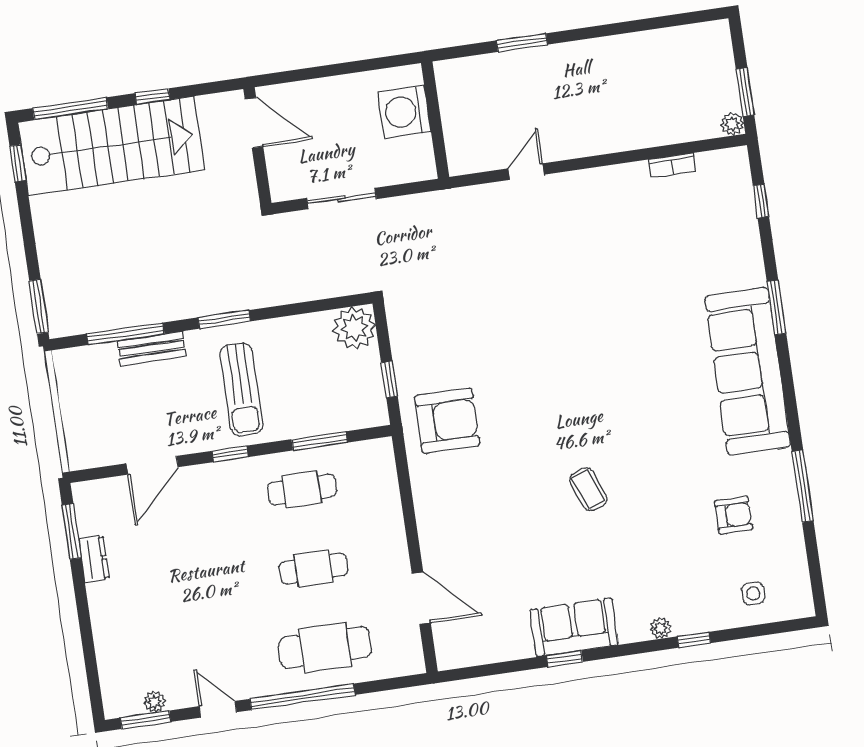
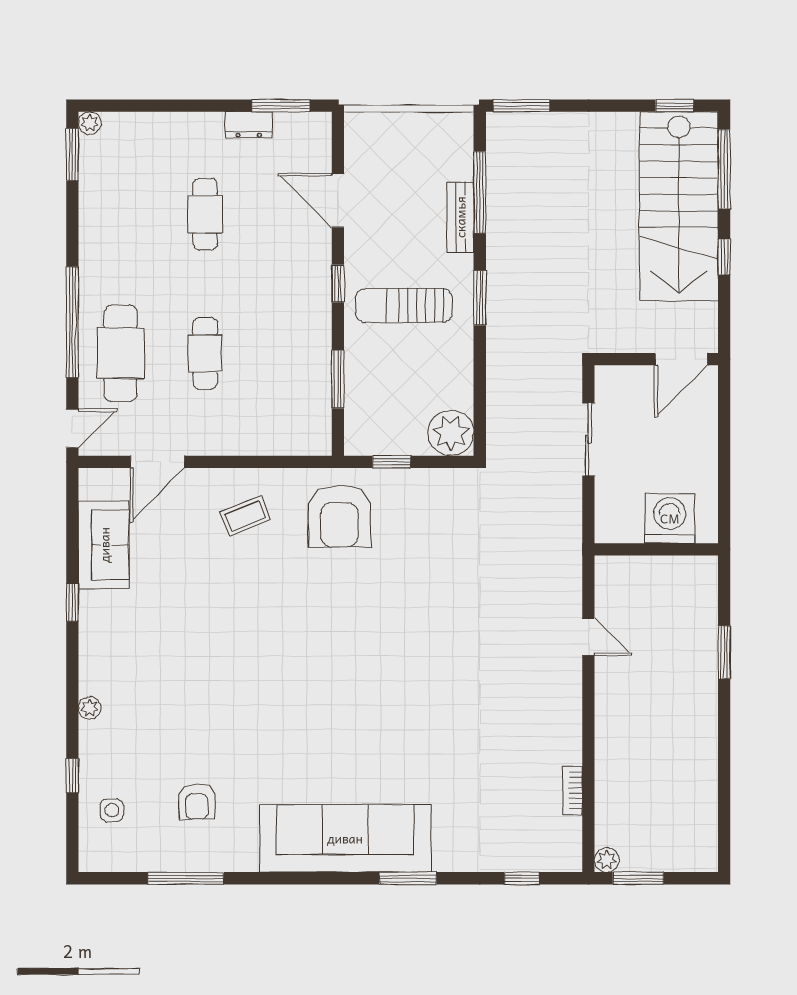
window: (803, 486) -> (186, 878), moved
cafe table: (302, 489) -> (205, 214), moved
coffee table: (588, 489) -> (245, 516), moved
sofa: (574, 627) -> (104, 545), moved
window: (694, 640) -> (72, 776), moved
plant: (155, 702) -> (90, 123), moved
door: (218, 709) -> (72, 428), moved

